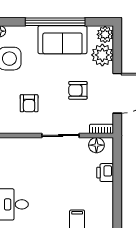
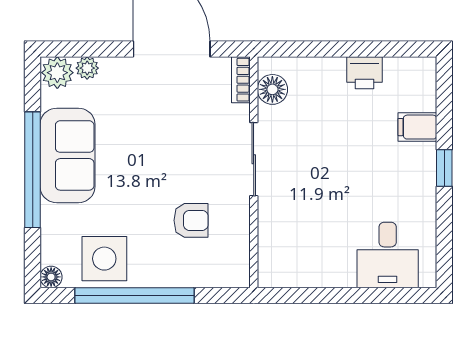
plant: (102, 55) -> (87, 68), width x0.53, depth x0.53
armchair: (78, 90) -> (166, 126), removed
printer: (105, 173) -> (364, 73), moved

